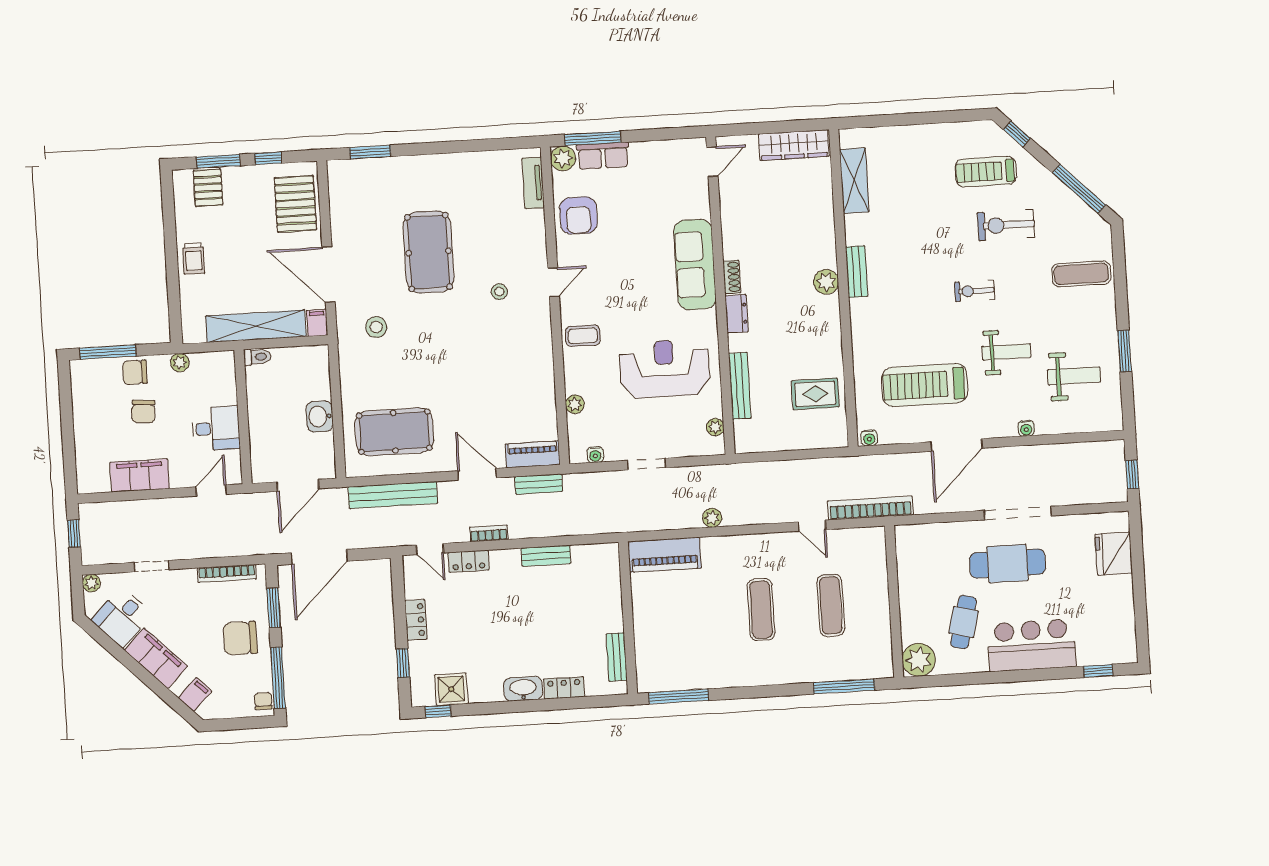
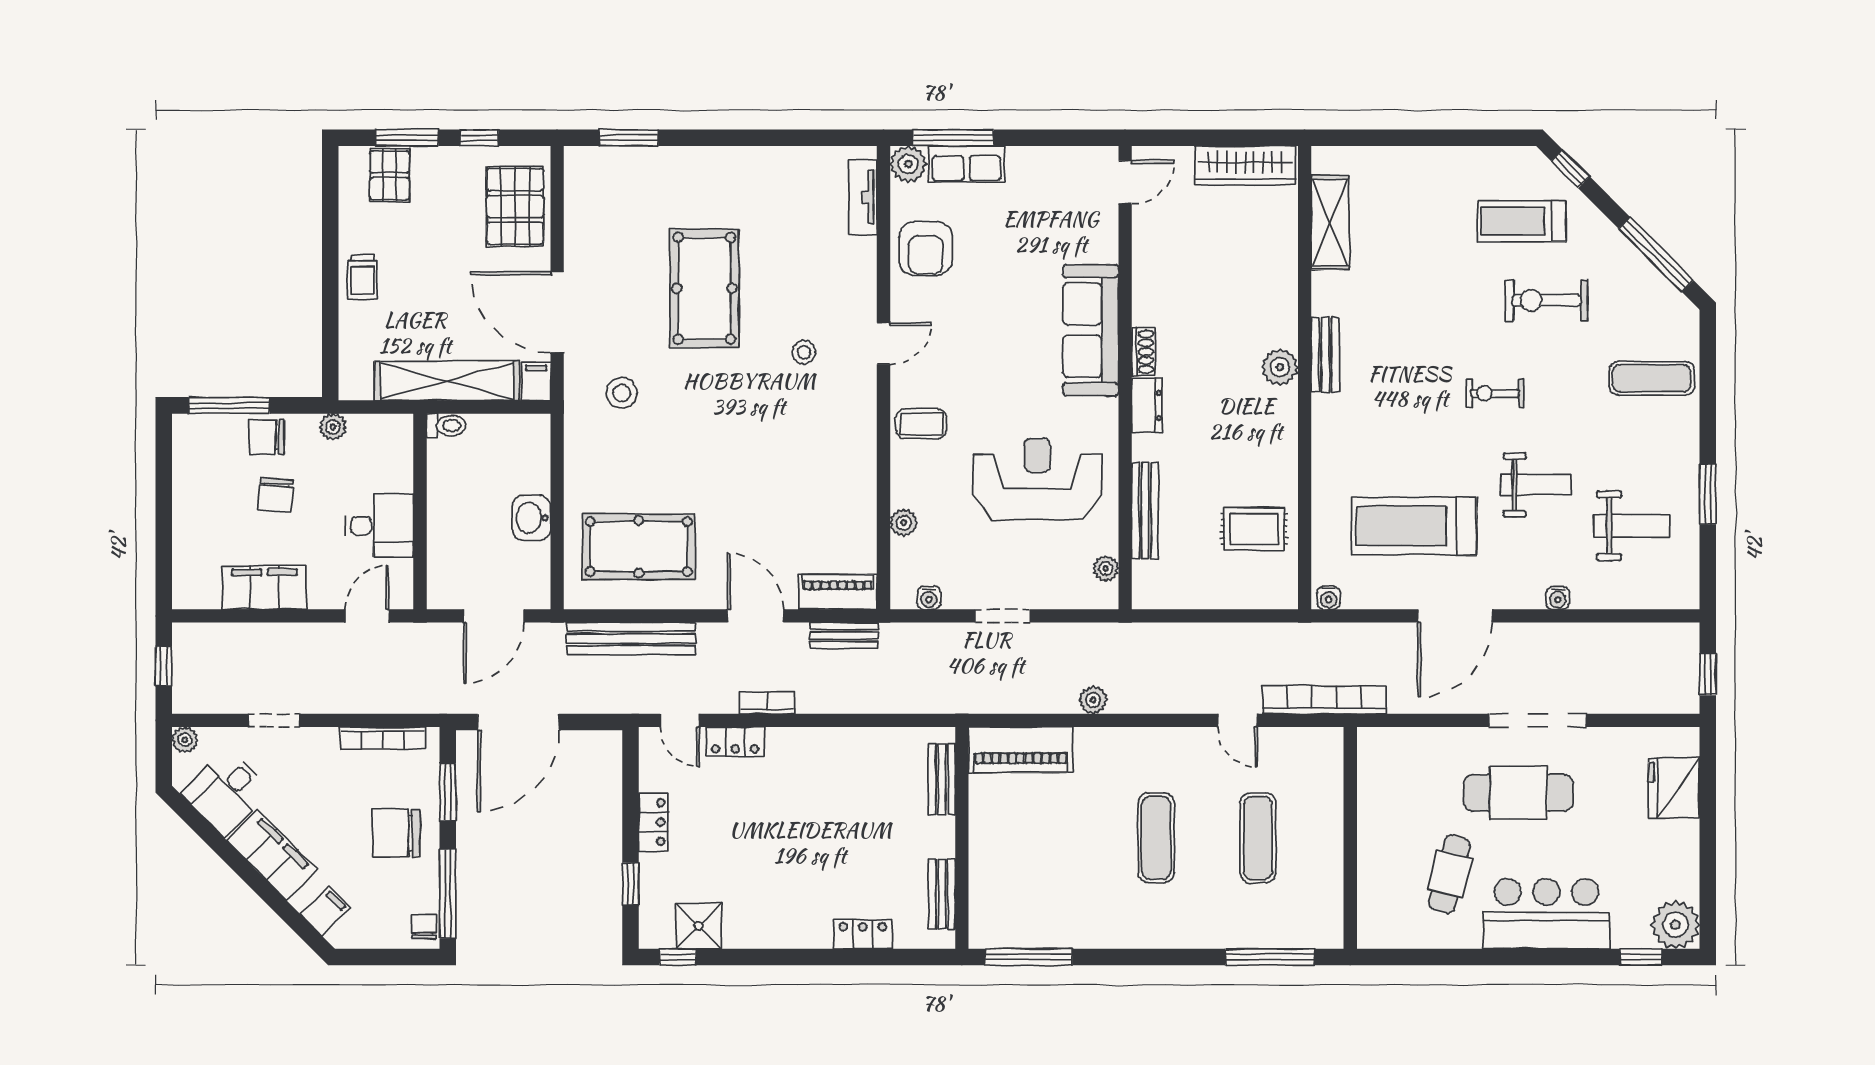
bench: (546, 556) -> (942, 779), moved, turned 90
plant: (919, 660) -> (1675, 925), moved
washbasin: (523, 689) -> (803, 932), removed

